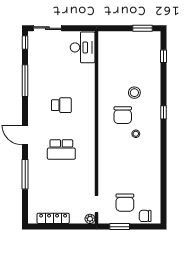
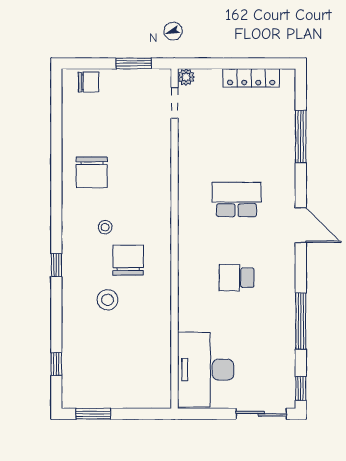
desk: (83, 47) -> (206, 370), width x1.36, depth x1.30
window: (25, 174) -> (301, 137), moved
chair: (125, 203) -> (92, 172), moved, turned 180

